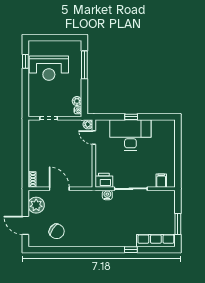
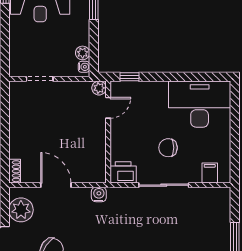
window: (131, 117) -> (129, 77), moved
desk: (130, 135) -> (200, 104), moved
door: (94, 137) -> (108, 108), swing flipped
chair: (134, 164) -> (168, 148), added
water cooler: (107, 195) -> (99, 194), moved

